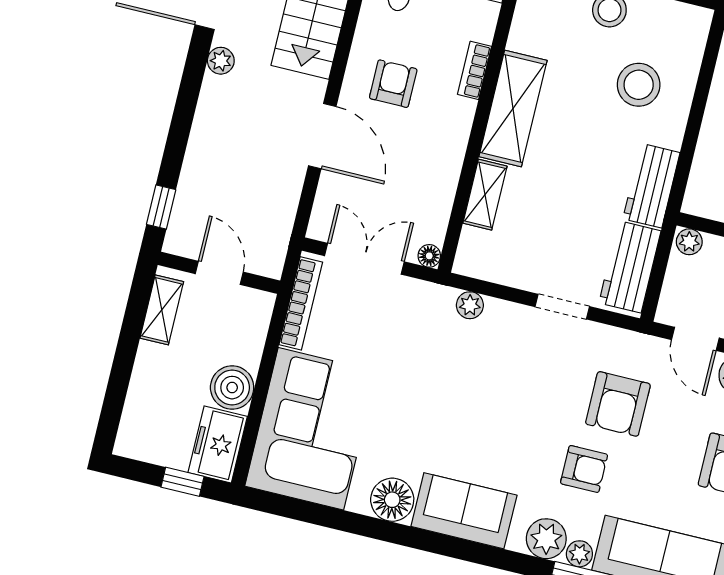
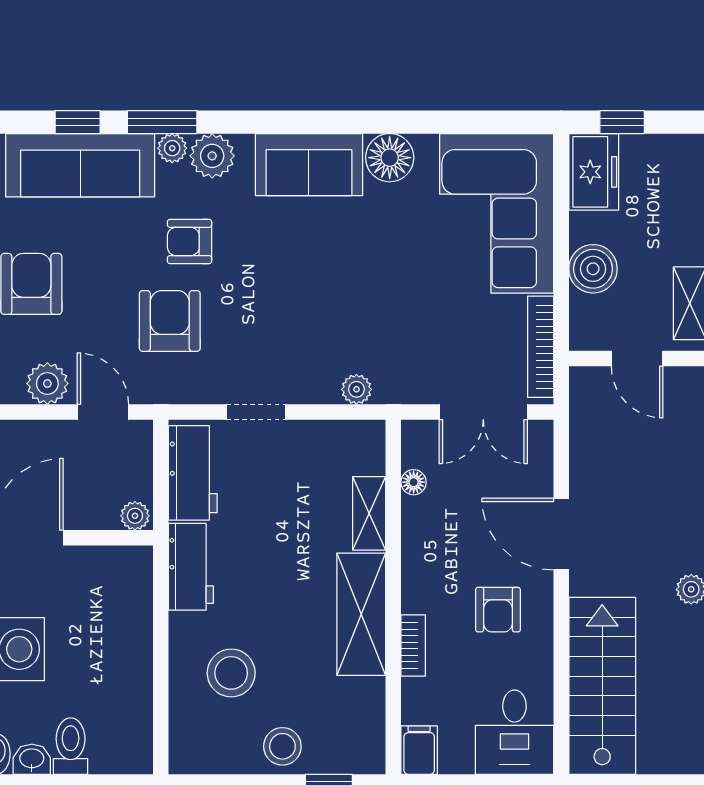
floor lamp: (429, 256) -> (414, 482), moved
boiler: (232, 388) -> (593, 269), moved

